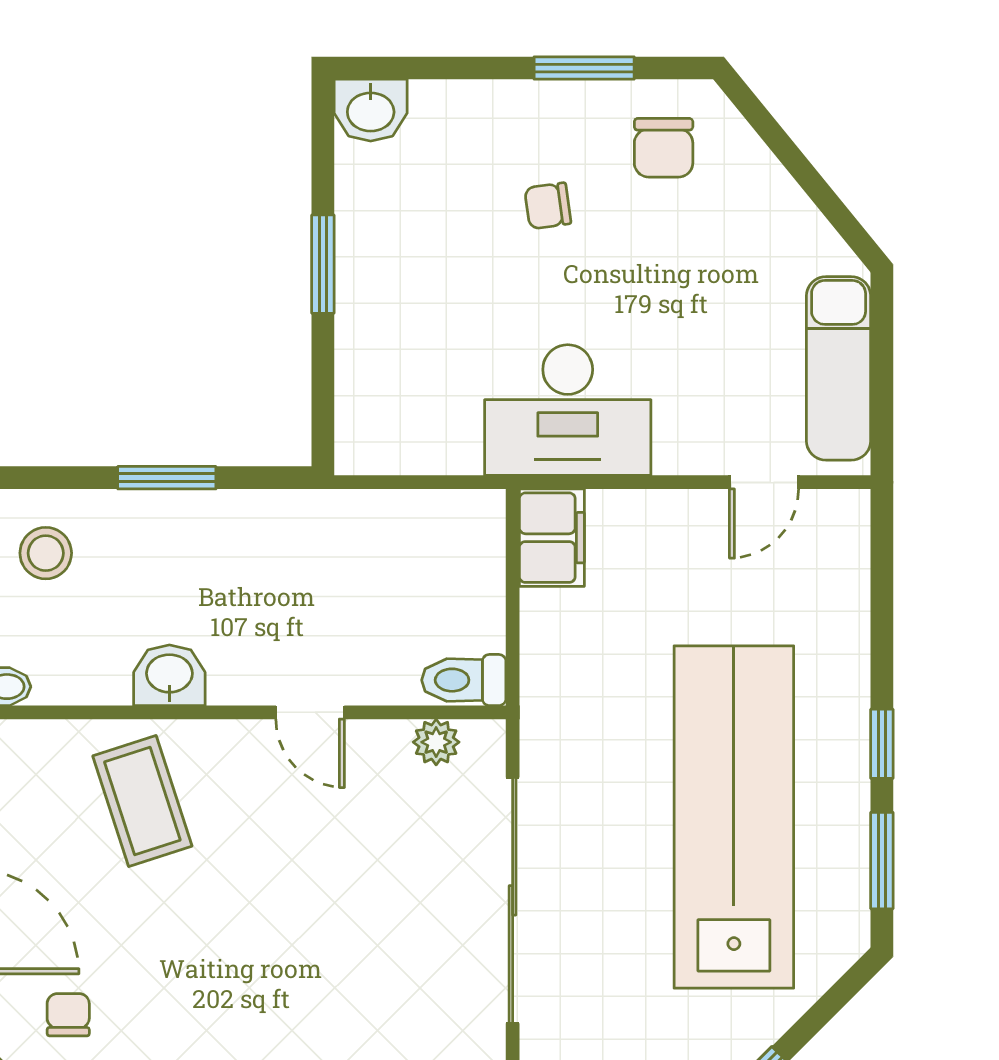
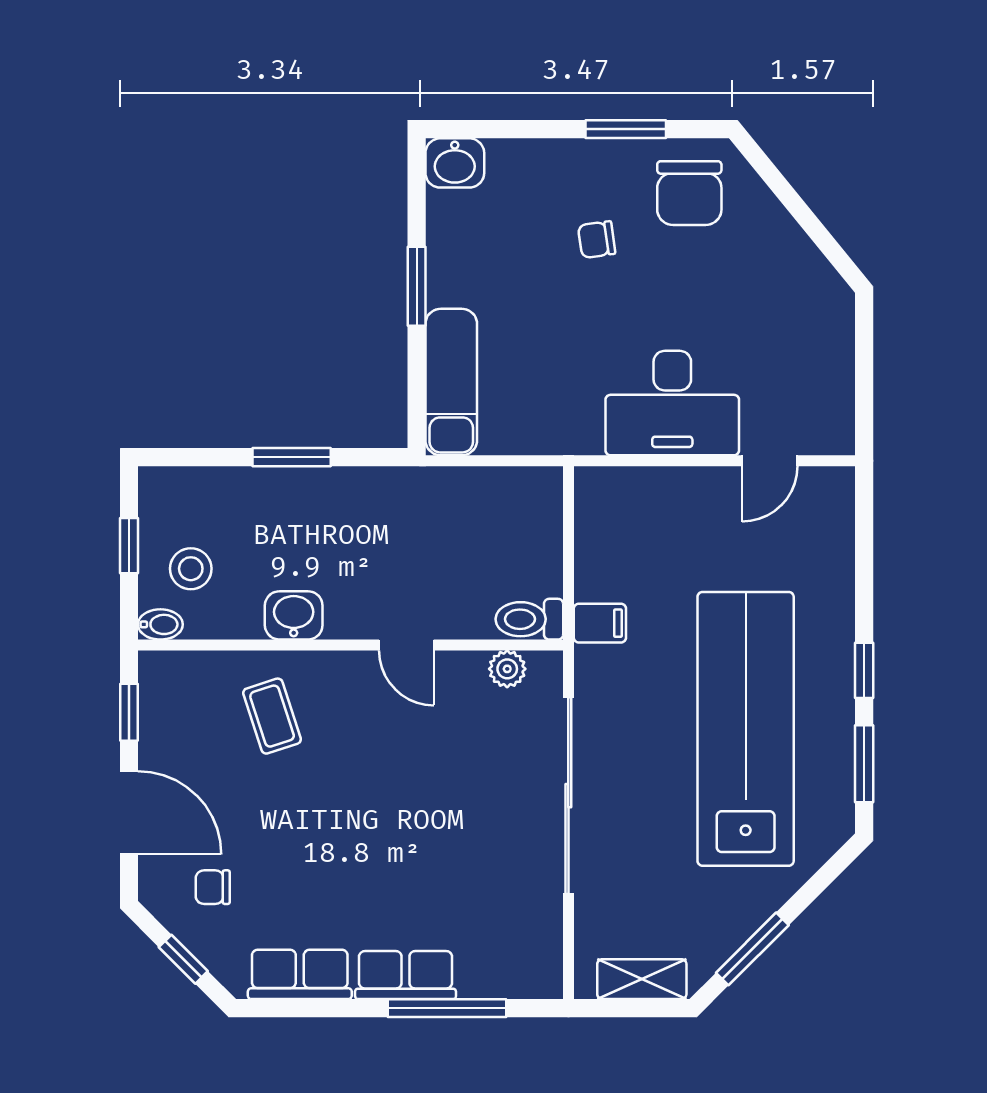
chair: (664, 148) -> (689, 193), width x1.37, depth x1.37
exam couch: (839, 368) -> (451, 382), moved, turned 180
desk: (568, 410) -> (672, 403), moved
filing cabinet: (552, 538) -> (600, 623), moved, width x0.50
stool: (46, 553) -> (191, 569), moved
coffee table: (142, 801) -> (272, 716), width x0.73, depth x0.77
chair: (68, 1015) -> (213, 887), turned -90

